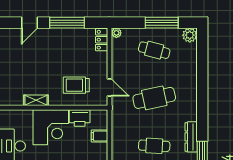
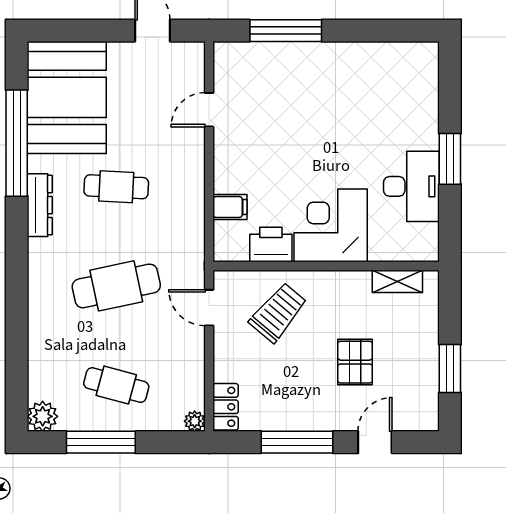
pallet: (39, 61) -> (355, 362), added
trolley: (76, 85) -> (278, 313), turned -50
shelving: (36, 100) -> (397, 281), moved

